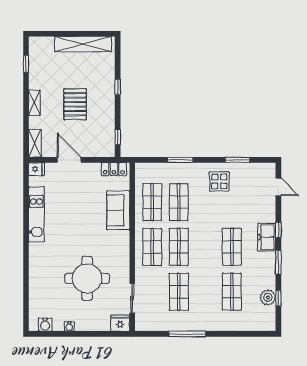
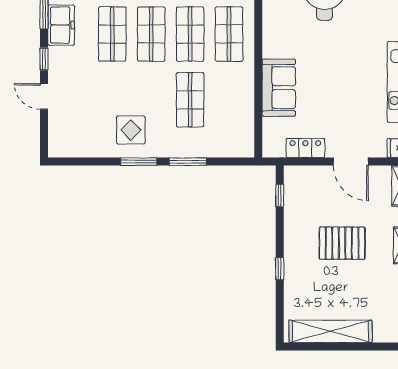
pallet: (75, 104) -> (342, 243), turned 90
window: (237, 160) -> (139, 162), moved
locker: (114, 169) -> (305, 148), moved
door: (278, 187) -> (44, 96), moved
shop shelf: (152, 202) -> (151, 34), moved
freezer: (267, 237) -> (61, 25), moved

